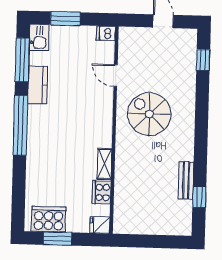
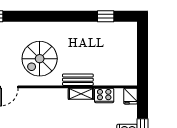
bench: (186, 180) -> (78, 80), moved

